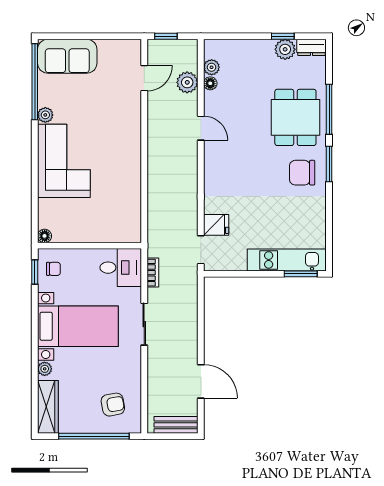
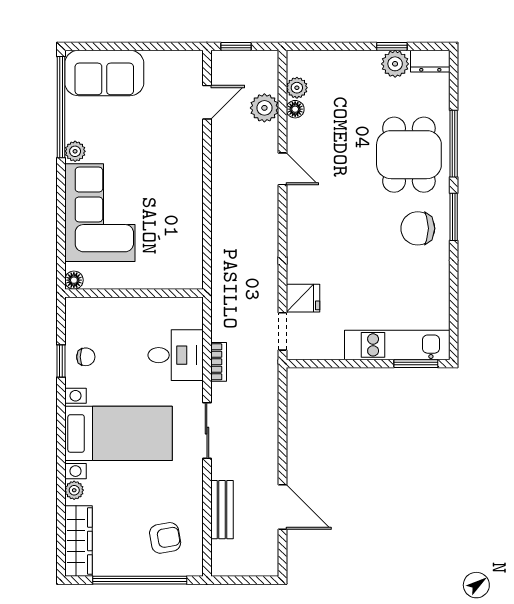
floor lamp: (45, 236) -> (74, 280), moved
wall: (90, 246) -> (134, 293), moved
bench: (176, 425) -> (222, 510), moved, turned 90

